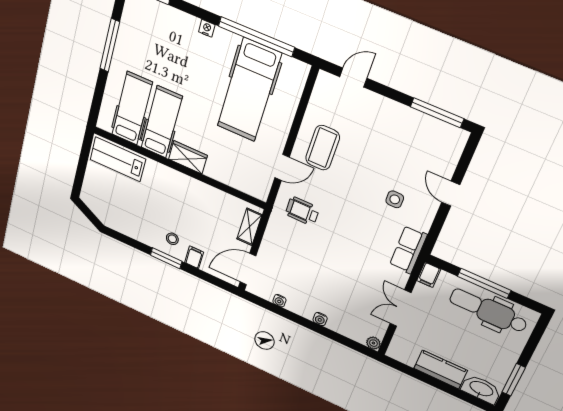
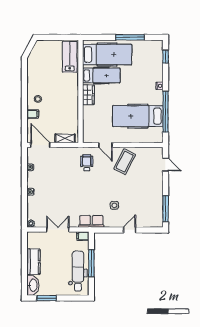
hospital bed: (132, 108) -> (107, 55), width x1.37, depth x1.29
coffee table: (323, 148) -> (125, 162), turned -63
window: (166, 258) -> (24, 99), removed

